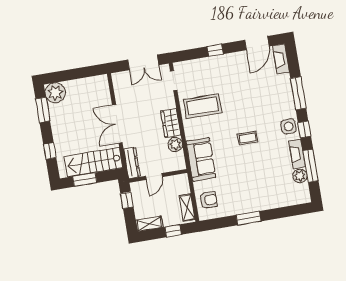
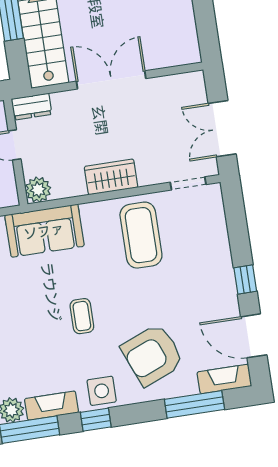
window: (215, 50) -> (245, 279), moved
window: (298, 93) -> (194, 404), moved
armchair: (268, 99) -> (152, 355), added
plant: (175, 145) -> (38, 190), moved
dresser: (132, 163) -> (32, 107), width x0.70

